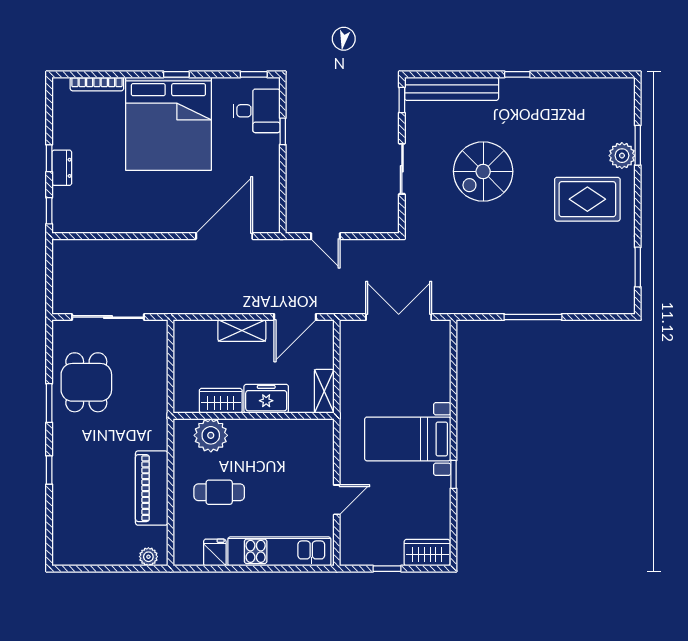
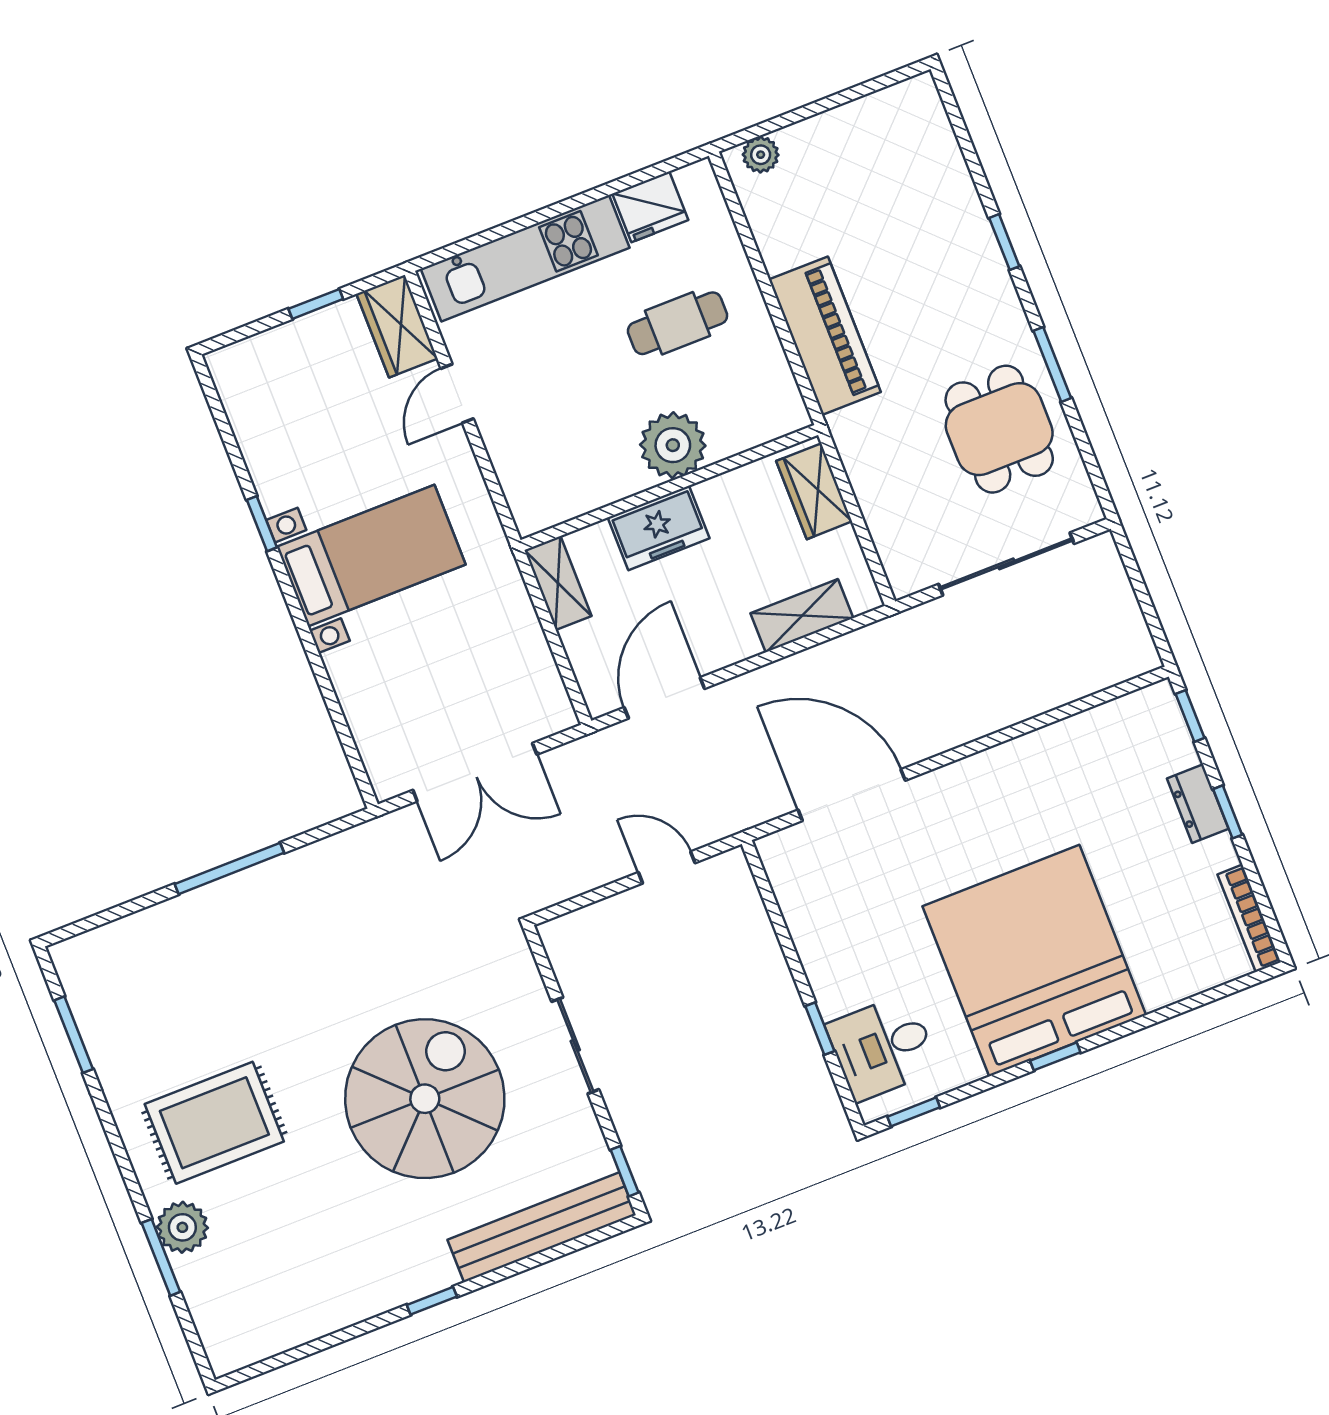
bookcase: (97, 84) -> (1249, 918), moved, turned -90
spiral stairs: (483, 171) -> (425, 1099), width x1.37, depth x1.37
door: (224, 236) -> (852, 795), swing flipped
shelving: (242, 330) -> (802, 616), moved
wardrobe: (221, 401) -> (814, 491), moved, turned 90
plant: (211, 435) -> (673, 445), moved
piano: (152, 488) -> (825, 336), moved
fridge: (215, 553) -> (650, 207), width x1.38
wardrobe: (427, 553) -> (397, 326), moved, turned 90

